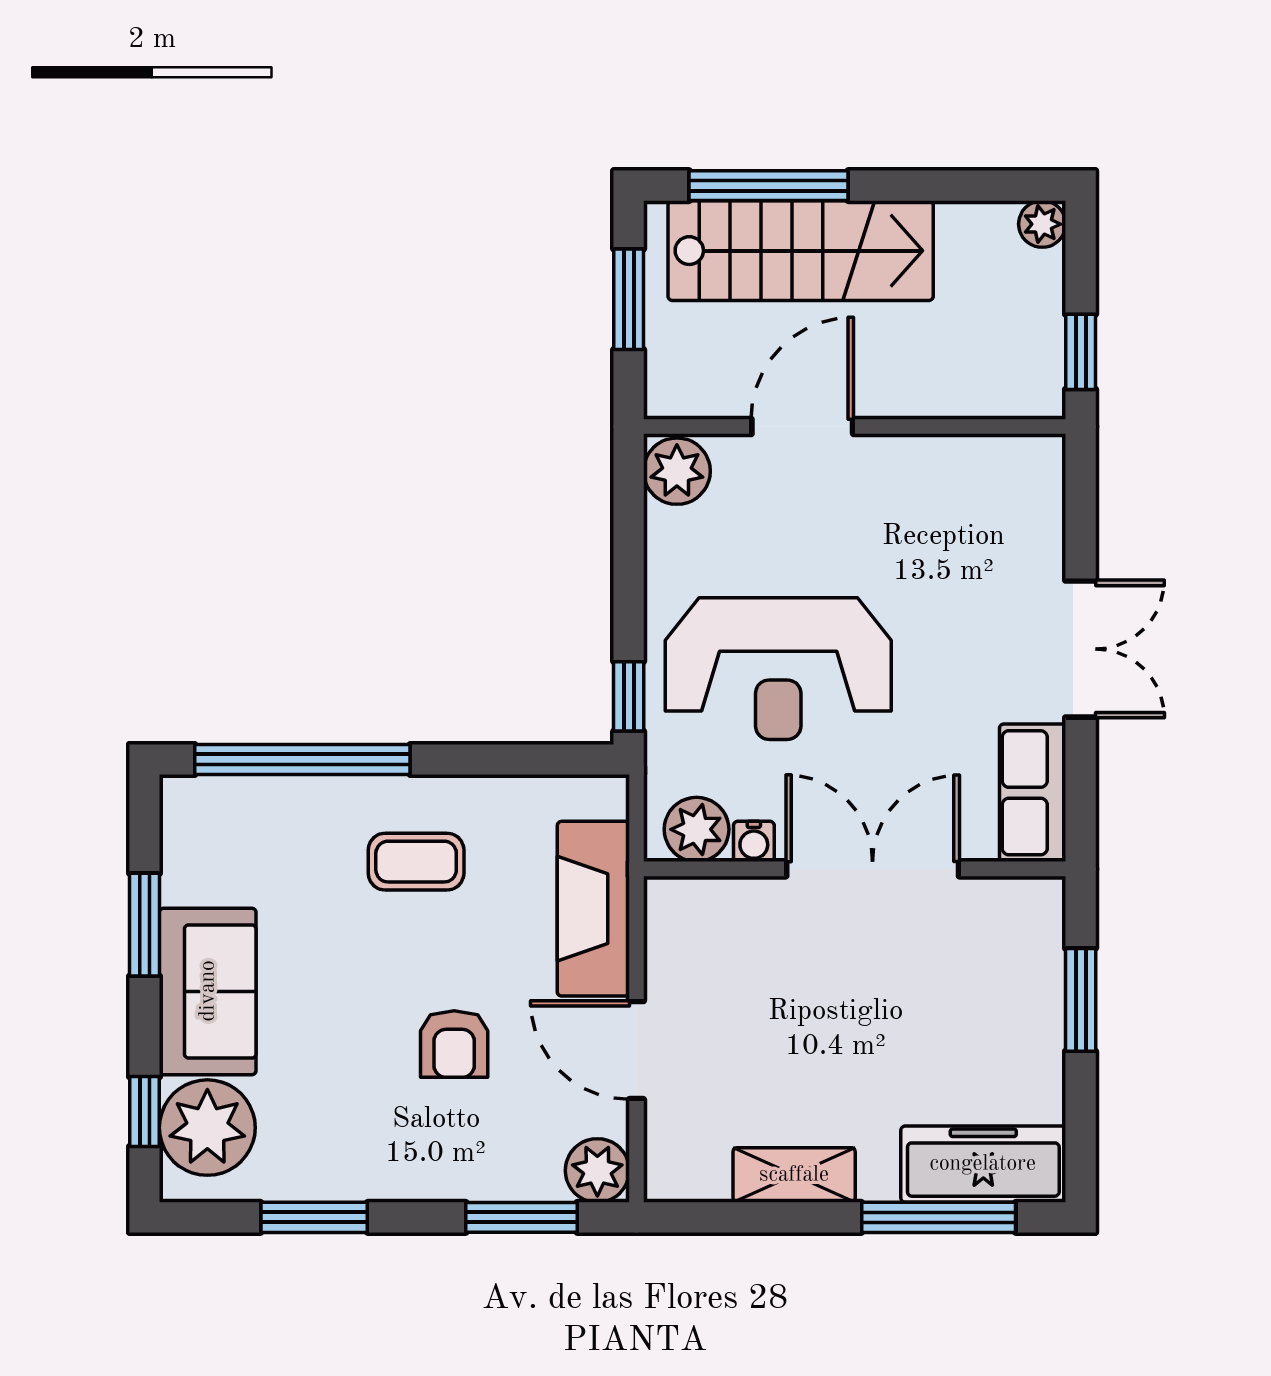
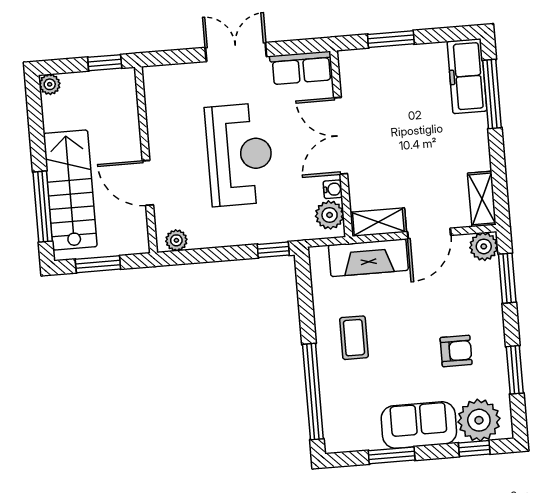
plant: (677, 471) -> (176, 240), width x0.73, depth x0.73
reception desk: (778, 669) -> (240, 155), moved
shelving: (671, 938) -> (378, 222), added
armchair: (454, 1044) -> (456, 351), moved
shelving: (794, 1175) -> (482, 199), moved

